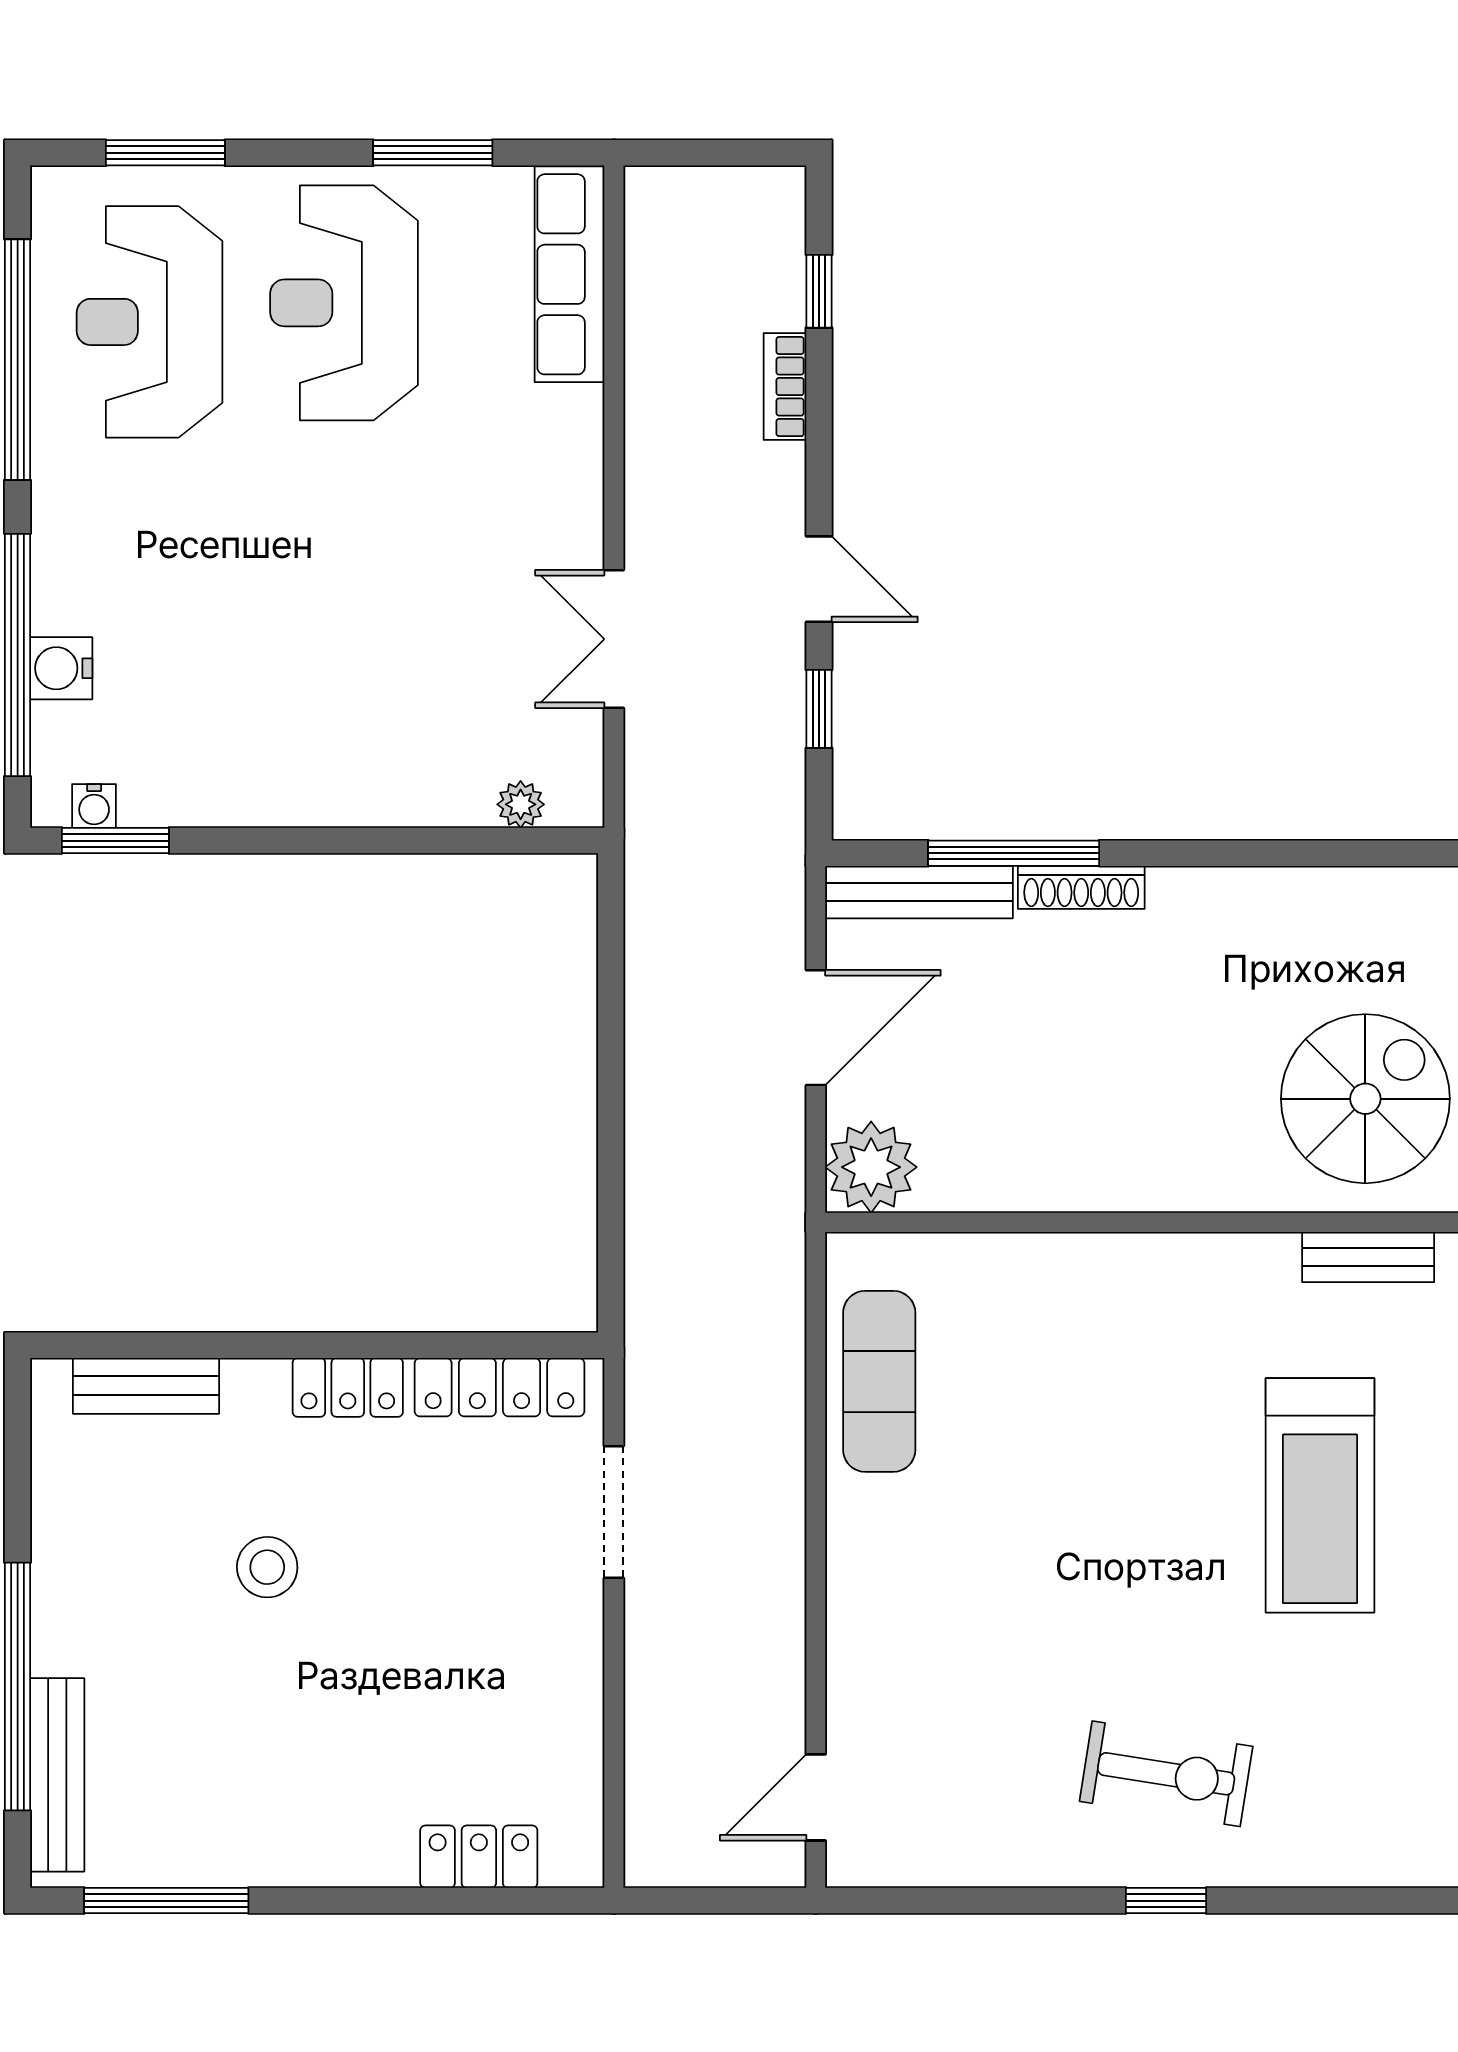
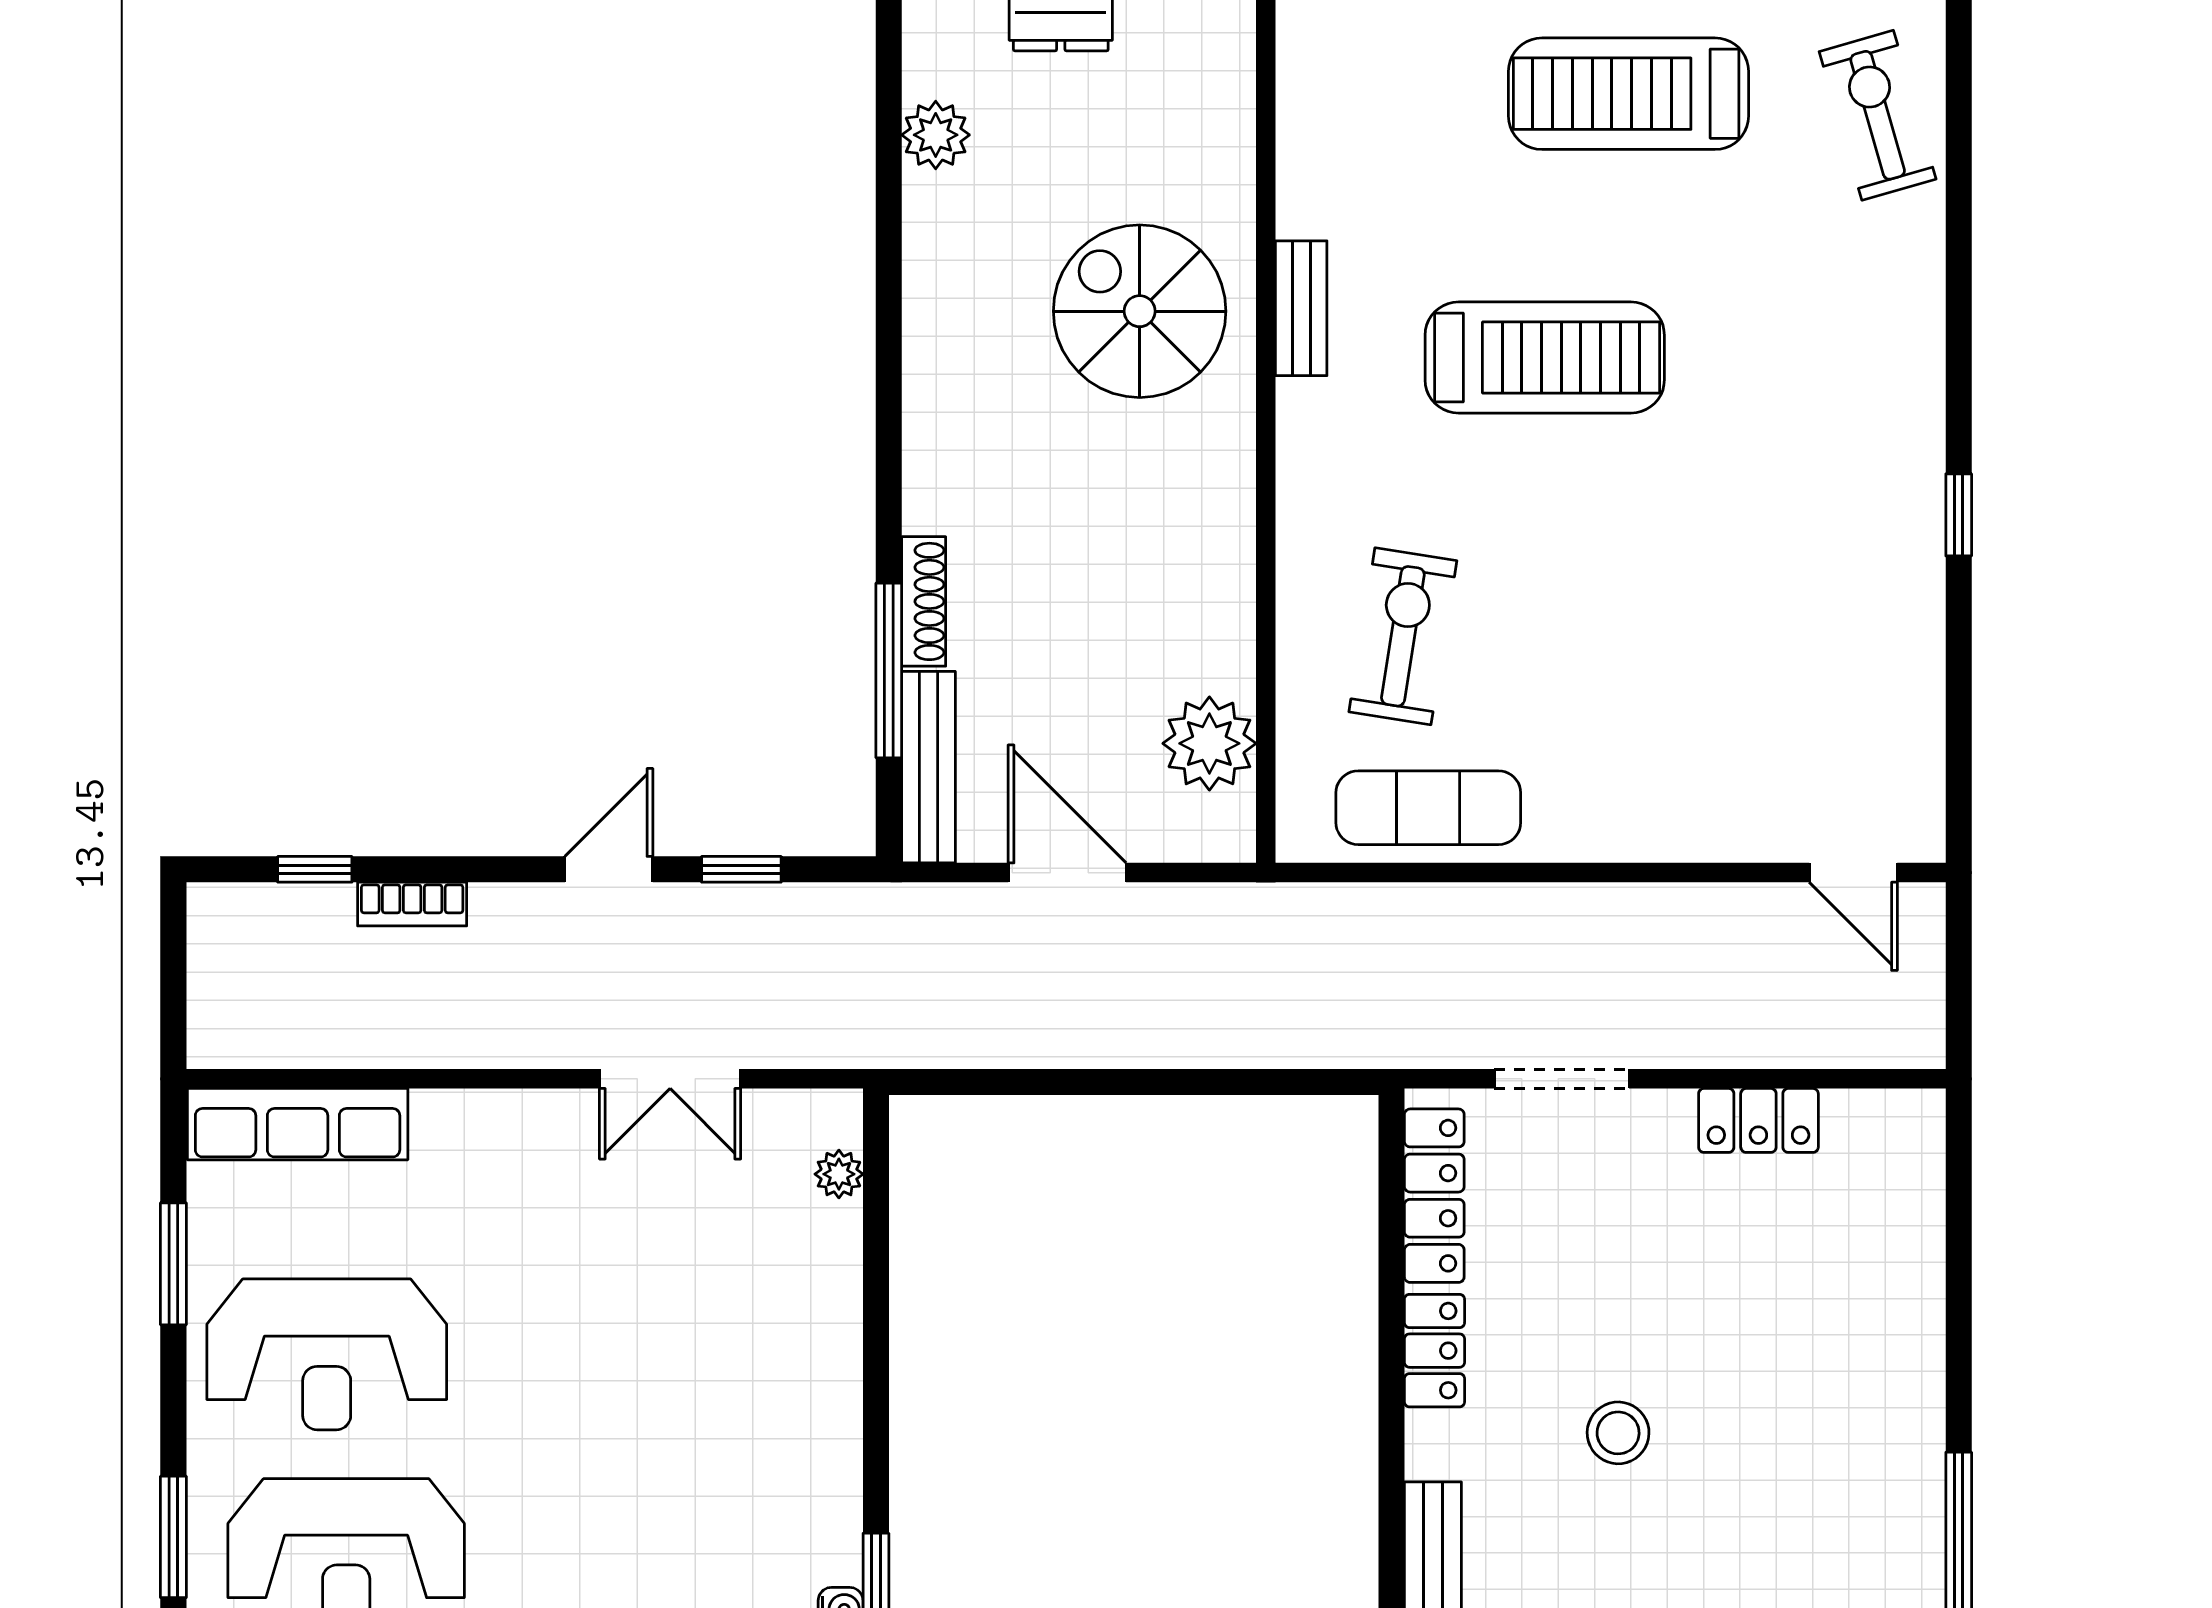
plant: (871, 1167) -> (1209, 743), moved
exercise bike: (1166, 1774) -> (1403, 636), moved
locker: (479, 1857) -> (1758, 1120), moved, turned -90

